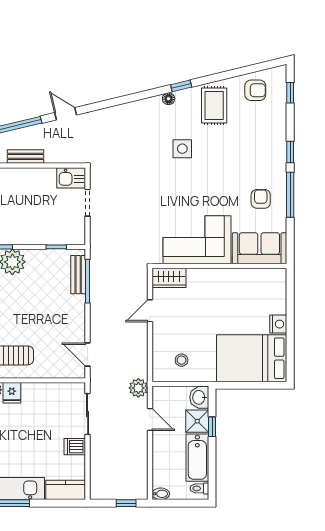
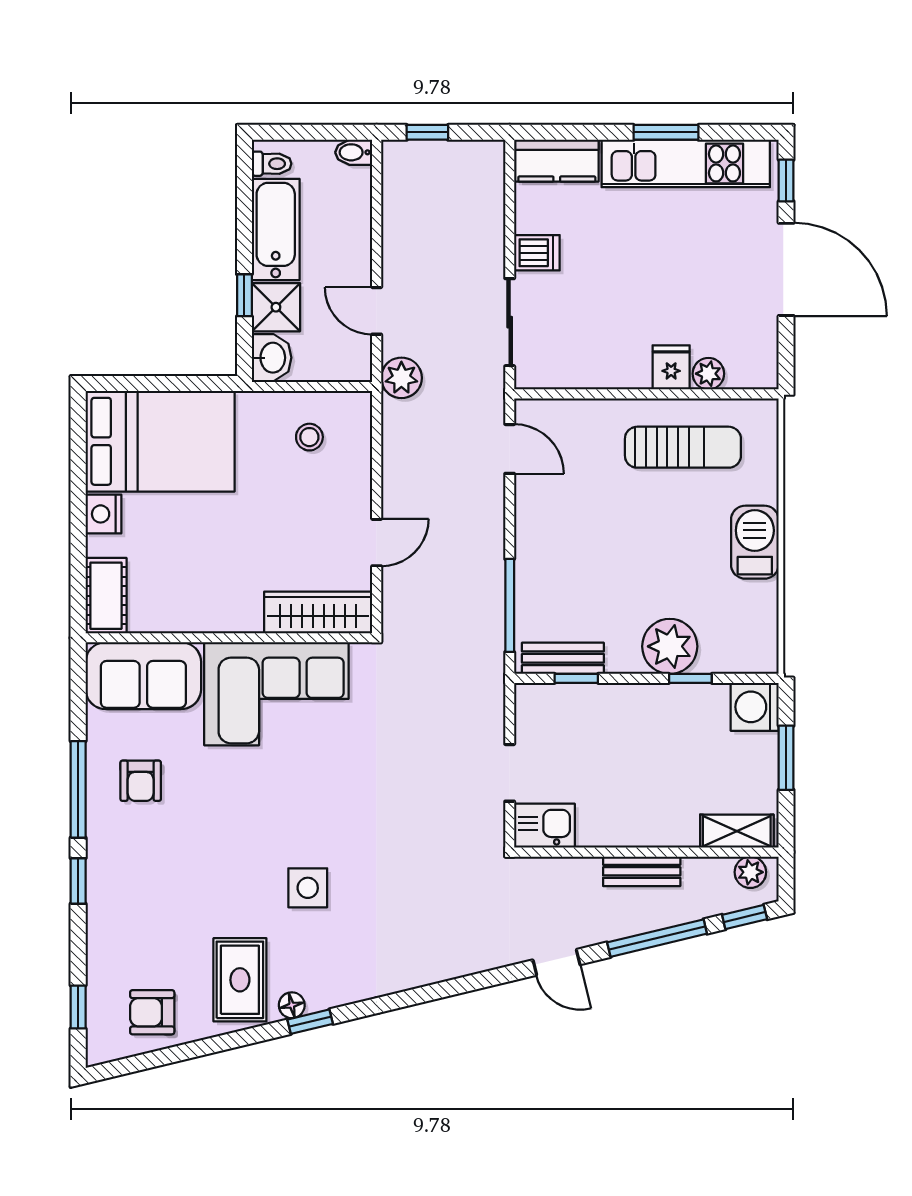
floor lamp: (169, 99) -> (292, 1005), moved
bench: (78, 275) -> (563, 658), moved, turned 90
wardrobe: (169, 278) -> (318, 612), width x1.50
cot: (277, 286) -> (106, 596), added

